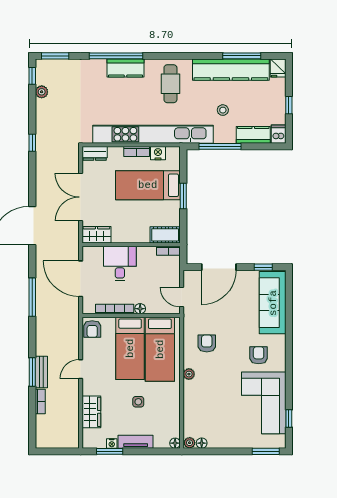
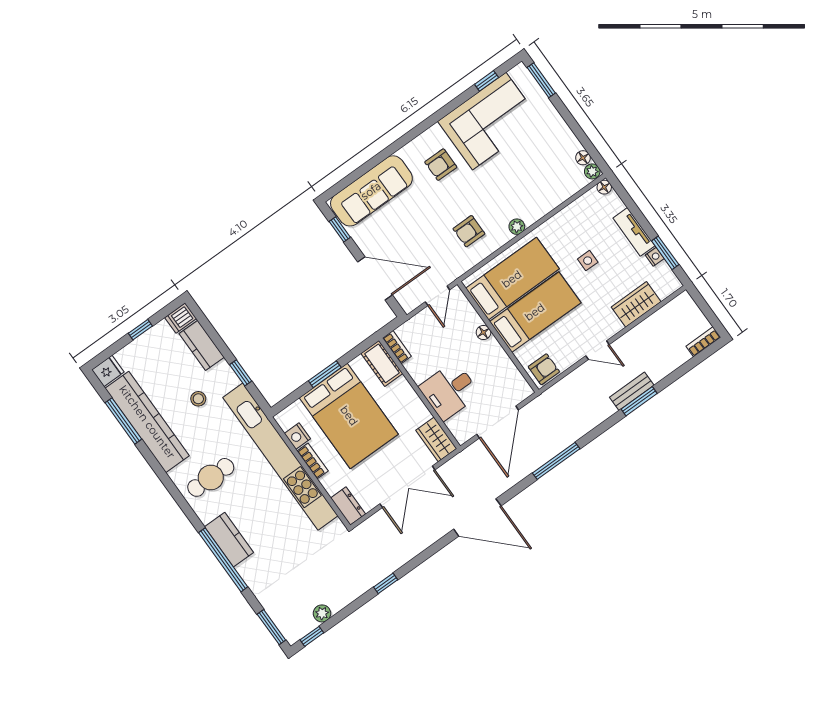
window: (220, 146) -> (241, 373), width x0.46
bed: (148, 185) -> (349, 416), width x1.50
bookcase: (115, 309) -> (504, 360), removed
bookcase: (40, 401) -> (703, 342), moved

